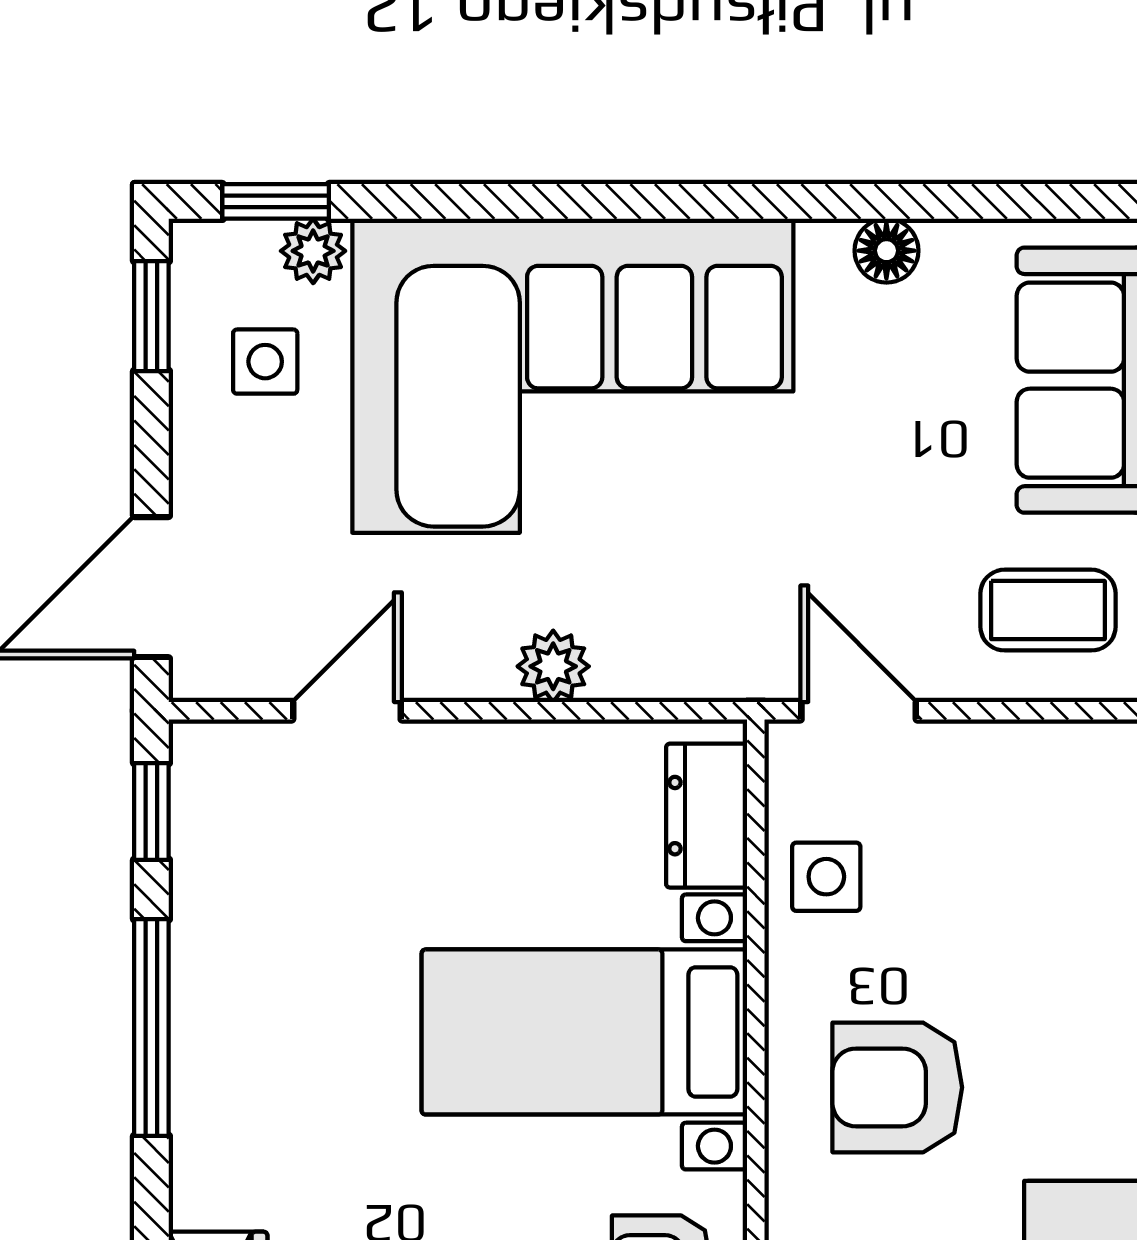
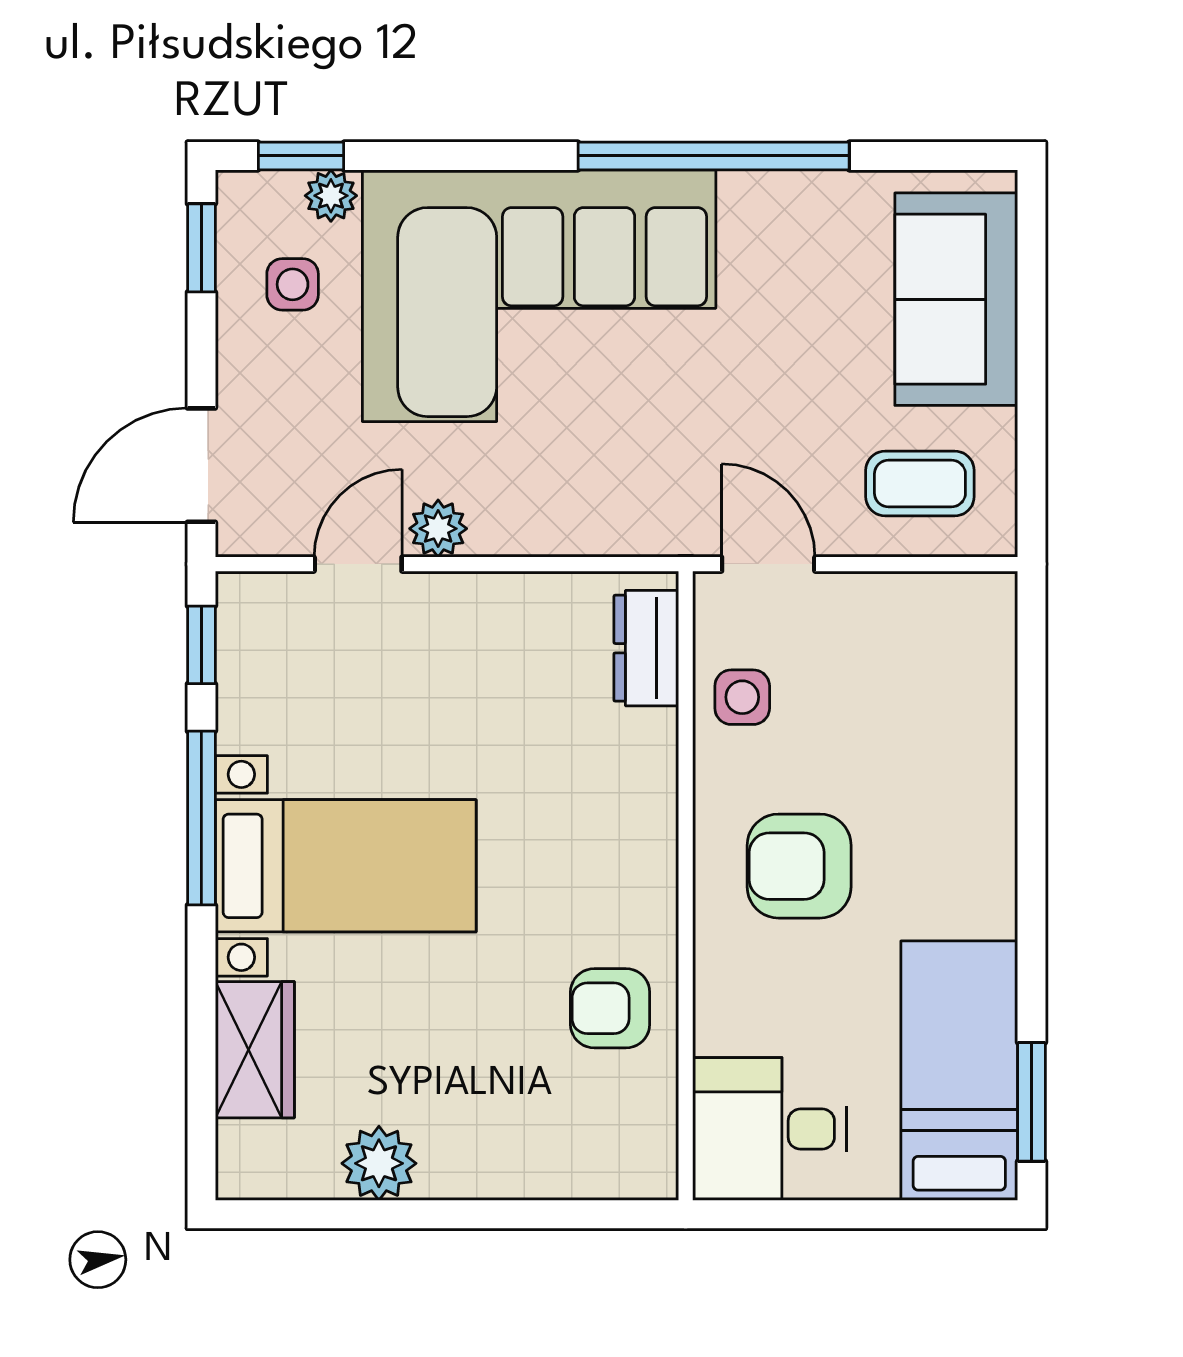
window: (791, 201) -> (714, 156), added
floor lamp: (886, 251) -> (790, 195), removed
plant: (553, 666) -> (438, 529), moved
bed with nightstands: (584, 1032) -> (346, 866), moved, turned 180

